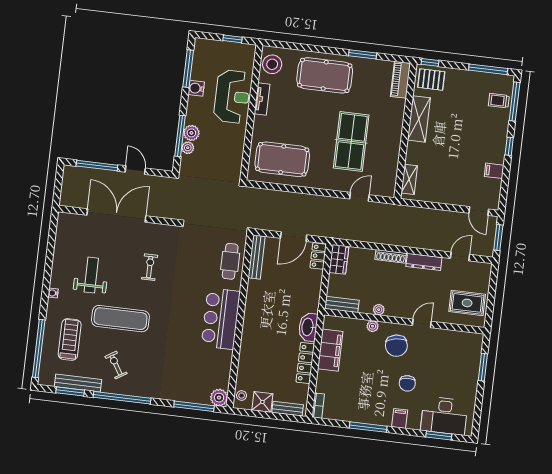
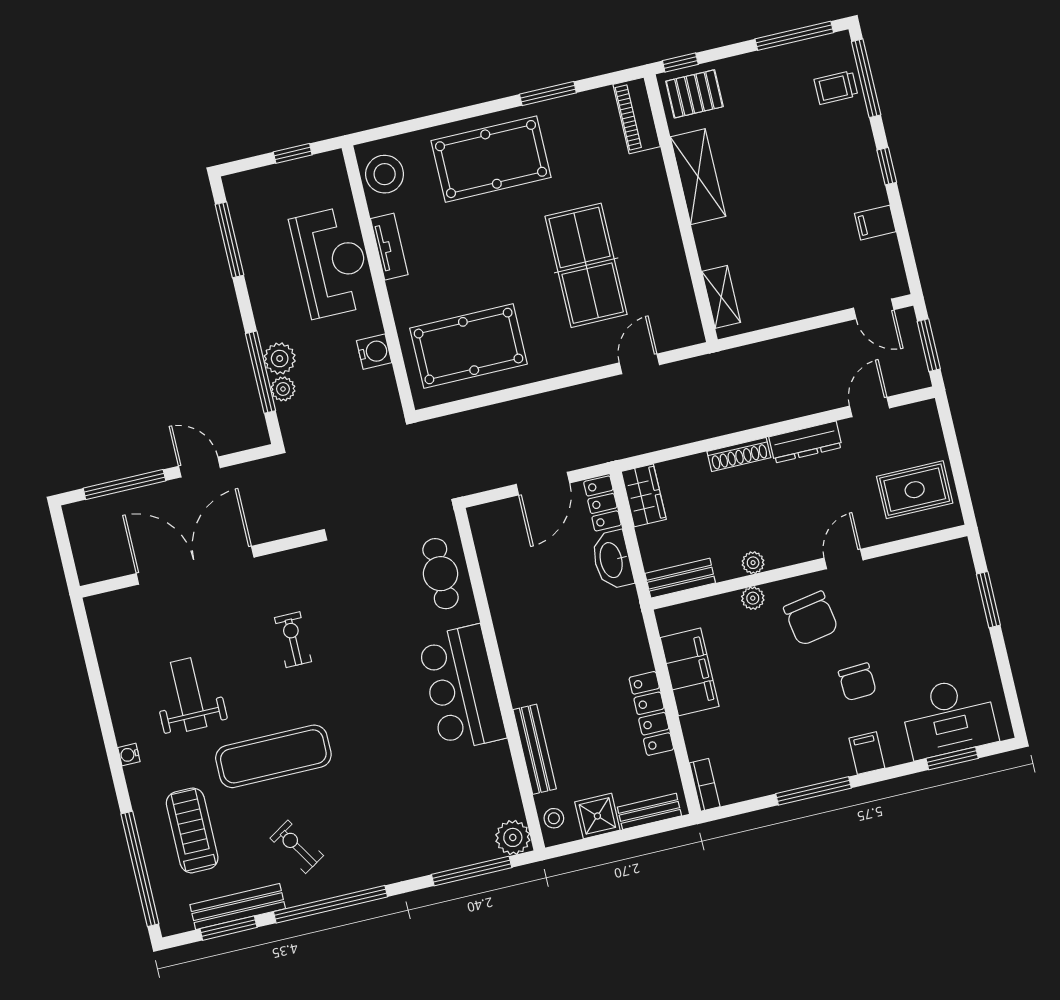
water cooler: (196, 88) -> (374, 352), moved, turned 180
bench: (257, 257) -> (535, 749), moved
washbasin: (308, 327) -> (612, 560), moved

